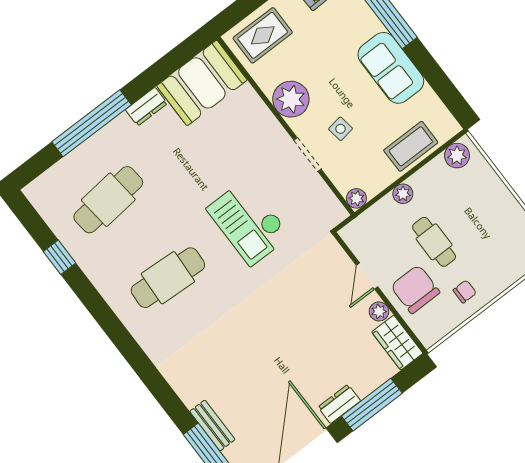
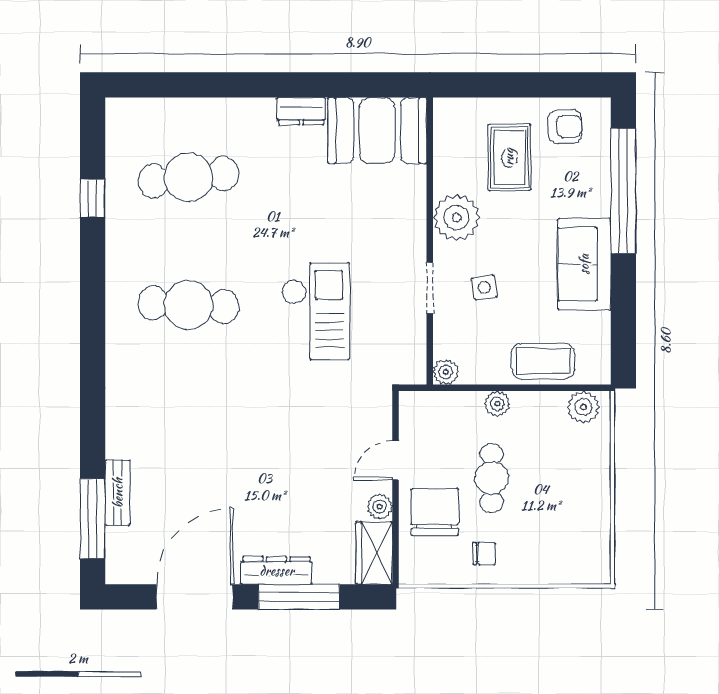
rug: (263, 35) -> (509, 157), moved, turned 90
window: (91, 123) -> (231, 85), removed
checkout: (248, 222) -> (315, 311), turned 180
dresser: (339, 404) -> (277, 571), width x1.44

